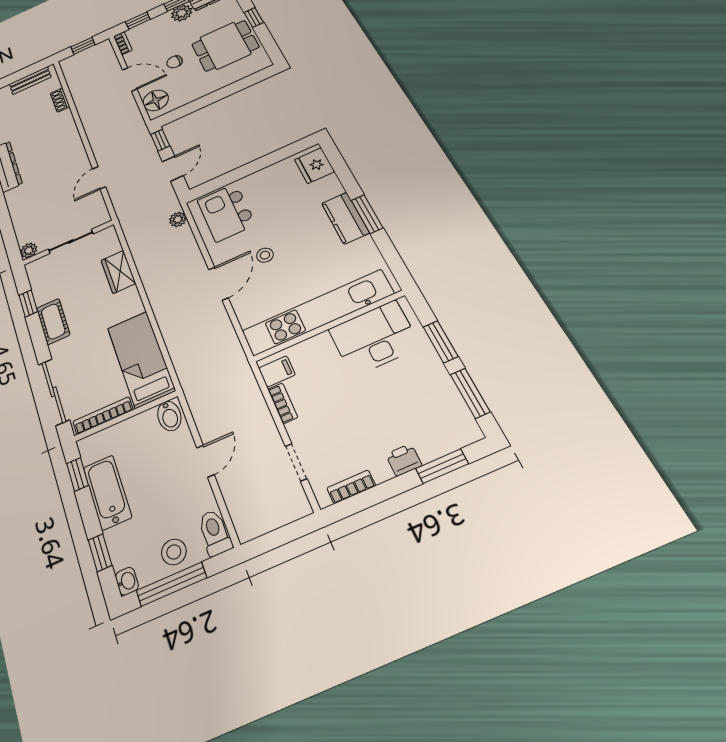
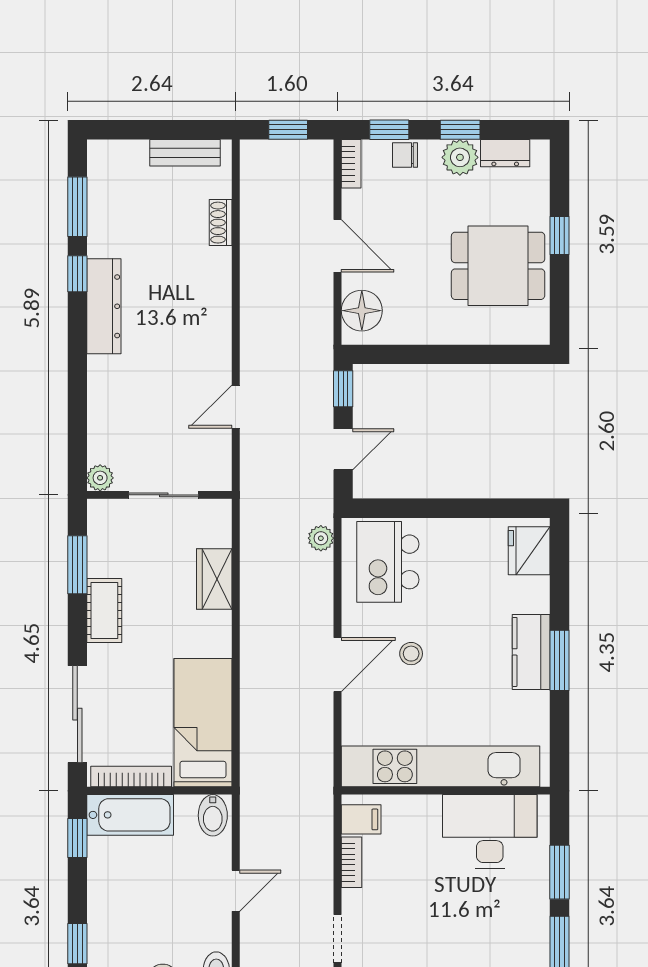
chair: (174, 62) -> (405, 155), moved
window: (28, 303) -> (77, 565), width x1.50
bathtub: (107, 492) -> (130, 815), moved, turned 90

